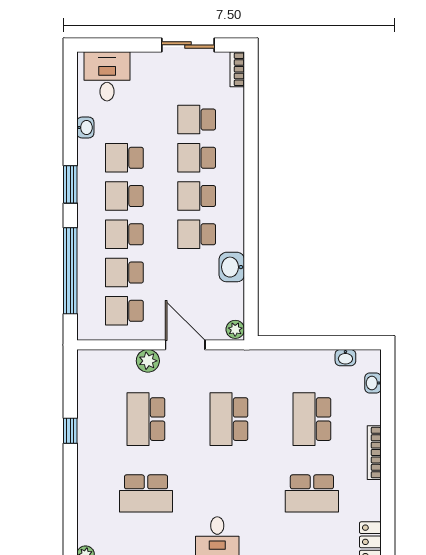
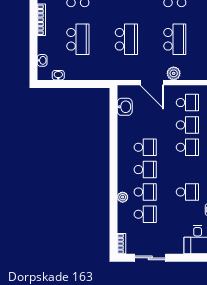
school desk: (124, 196) -> (187, 170), removed
washbasin: (232, 267) -> (125, 107), moved
plant: (235, 329) -> (123, 197), moved

